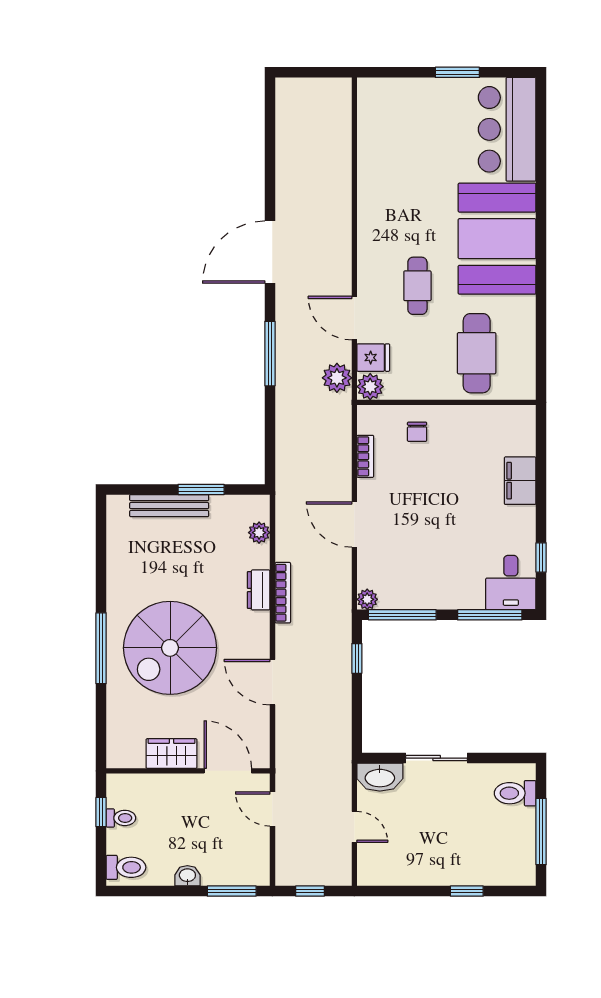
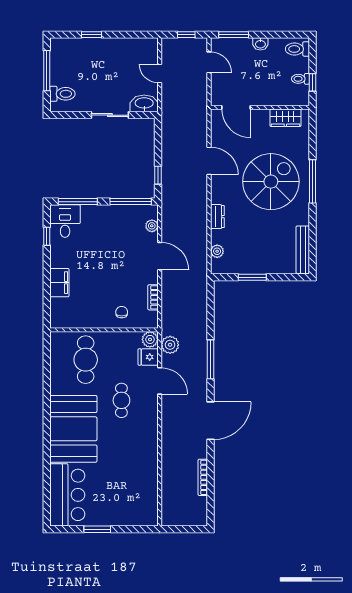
bench: (169, 506) -> (303, 250), moved, turned 90
bookcase: (283, 593) -> (203, 477), moved
plant: (367, 599) -> (152, 226), moved
wardrobe: (171, 754) -> (285, 118), moved
door: (272, 809) -> (209, 62), moved

